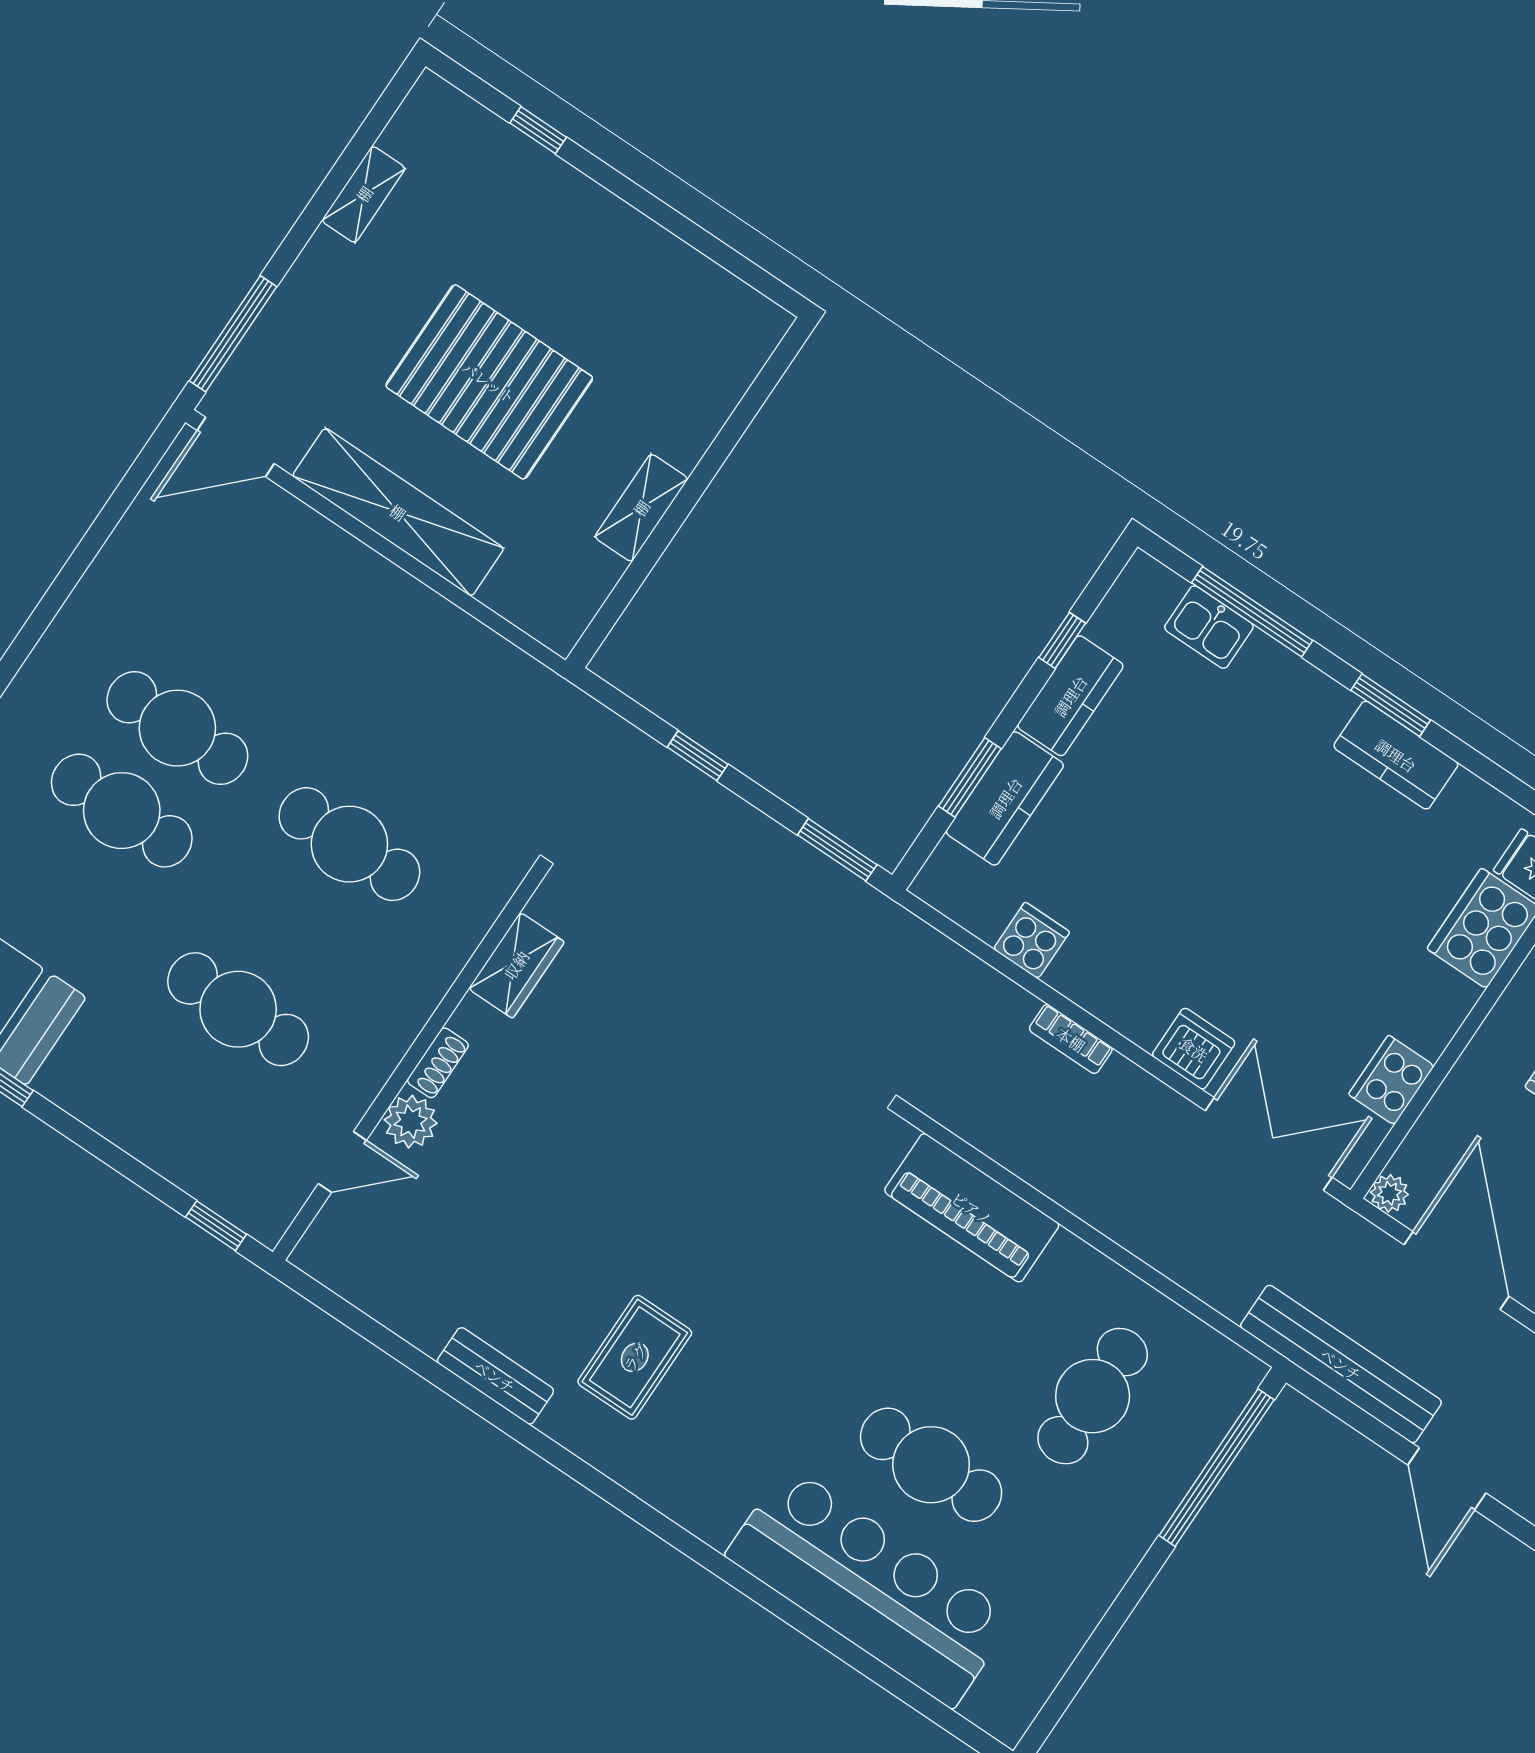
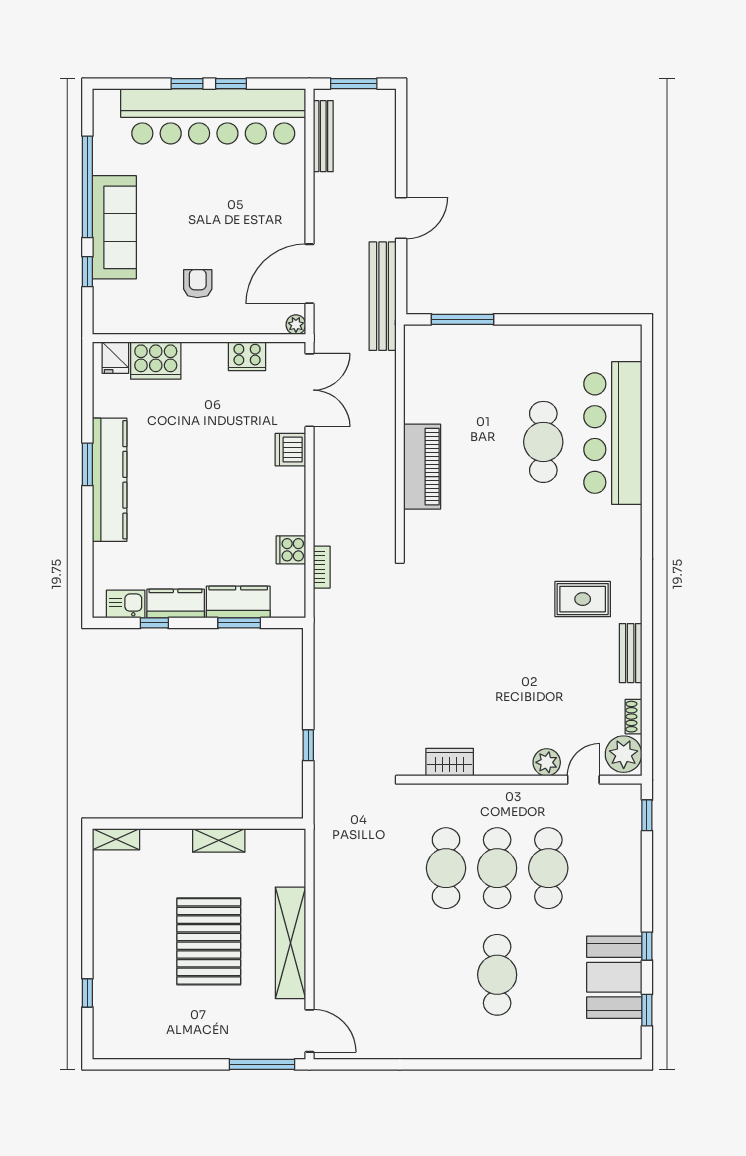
shelving: (364, 194) -> (116, 839), moved
window: (1252, 612) -> (87, 550), removed
kitchen sink: (1209, 627) -> (126, 604), moved, turned -90
cafe table: (177, 728) -> (497, 868), moved
kitchen counter: (1396, 755) -> (110, 480), width x2.08, depth x1.17
window: (837, 850) -> (308, 659), removed
bookcase: (1071, 1039) -> (322, 567), moved
shoe rack: (438, 1063) -> (634, 717), moved, turned -90
double door: (1269, 1144) -> (309, 390), swing flipped
door: (342, 1162) -> (583, 780), hinge flipped
piano: (972, 1208) -> (422, 467), moved
plant: (340, 1255) -> (624, 754), added
cafe table: (1093, 1396) -> (468, 393), removed
window: (1217, 1468) -> (462, 319), width x0.68

